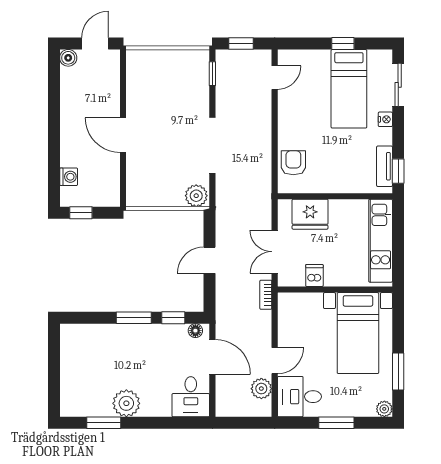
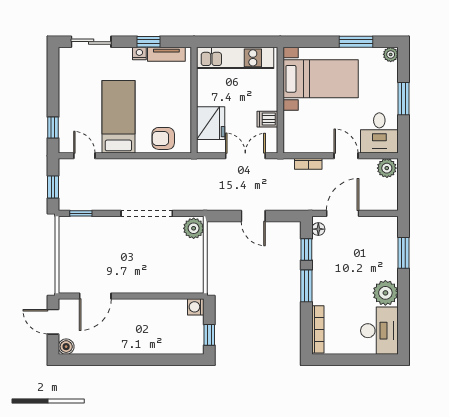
window: (343, 44) -> (53, 128), moved
bed: (349, 89) -> (118, 117), moved, turned -90
nightstand: (385, 119) -> (139, 53), moved
door: (123, 135) -> (95, 296), moved
window: (398, 171) -> (149, 42), moved
washing machine: (69, 177) -> (196, 307), moved, turned -90
double door: (275, 252) -> (245, 156), swing flipped
bookcase: (266, 295) -> (308, 164), moved
bookcase: (87, 330) -> (318, 329), added
plant: (261, 389) -> (387, 168), moved
desk: (191, 397) -> (379, 331), moved, width x1.37
window: (104, 423) -> (403, 253), moved

